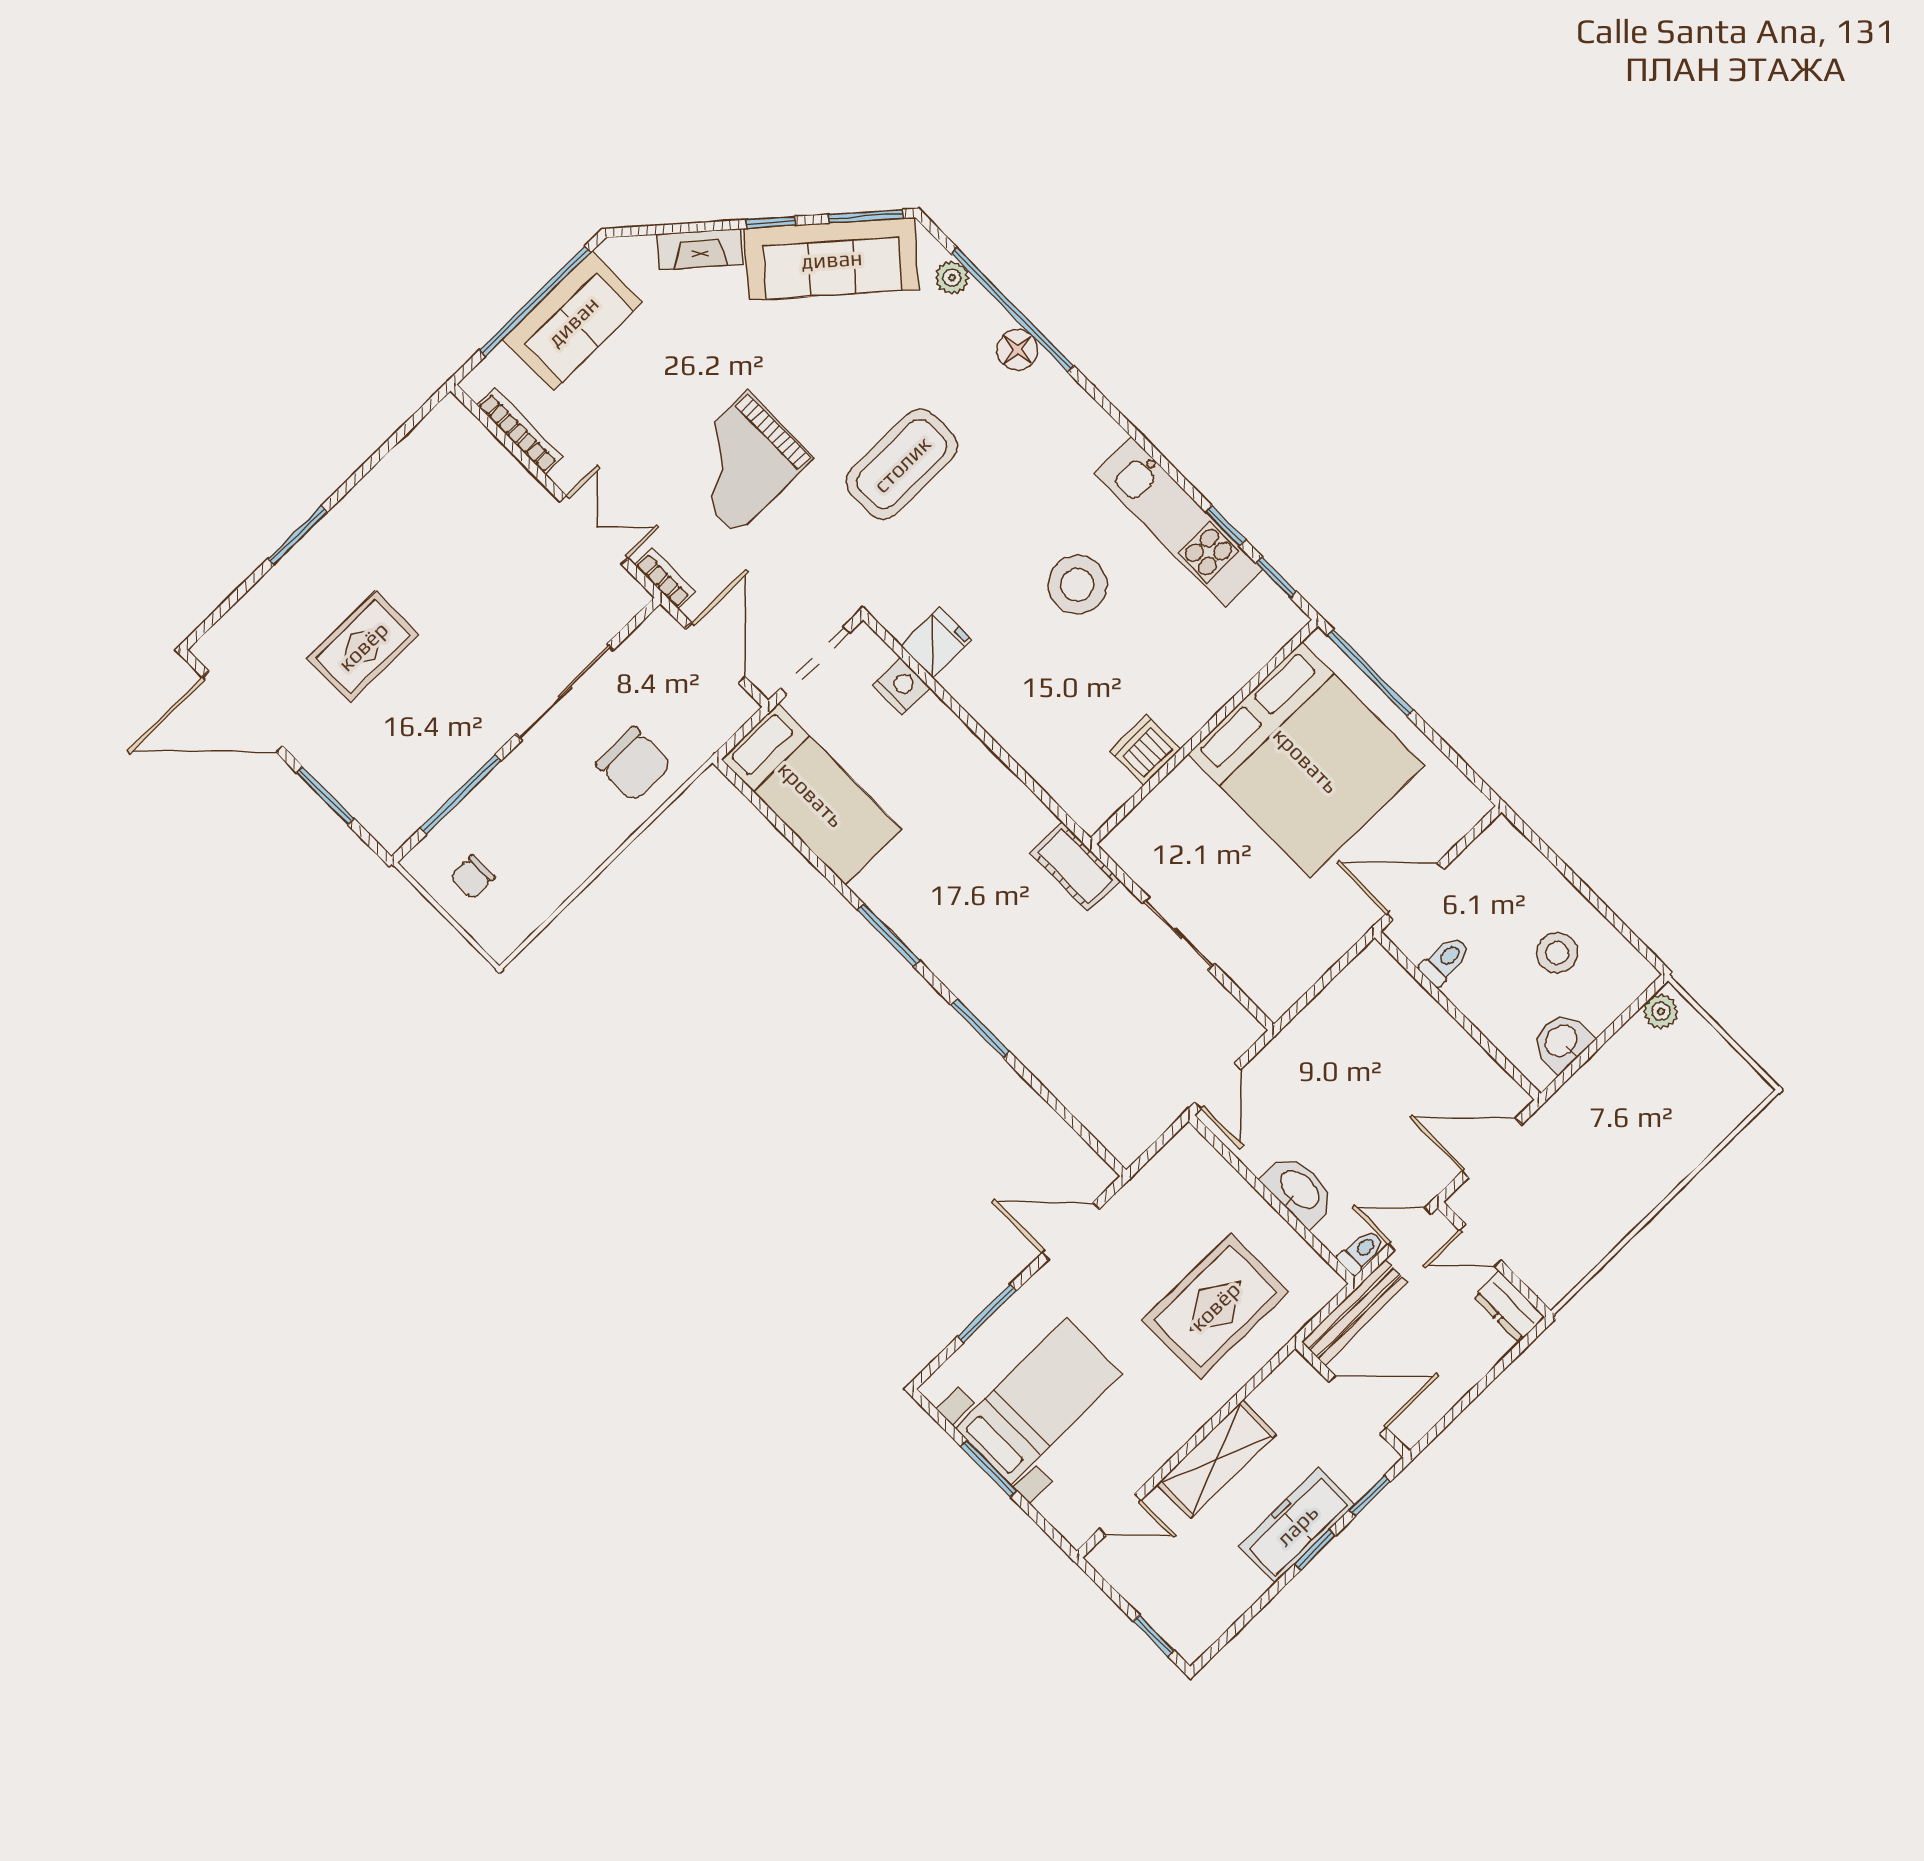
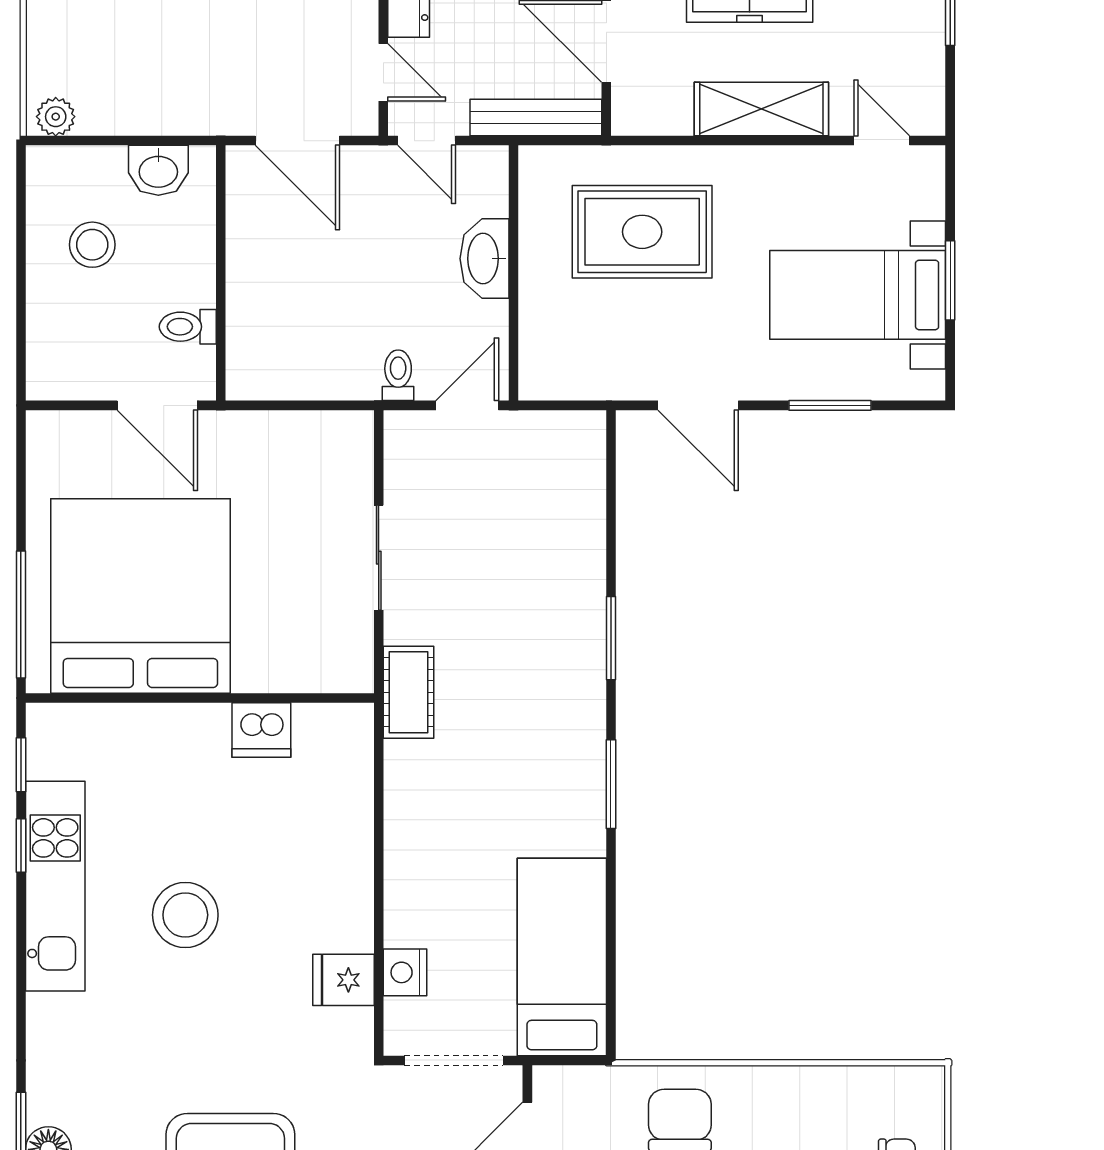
toilet: (1361, 1252) -> (398, 375), moved, turned 90

